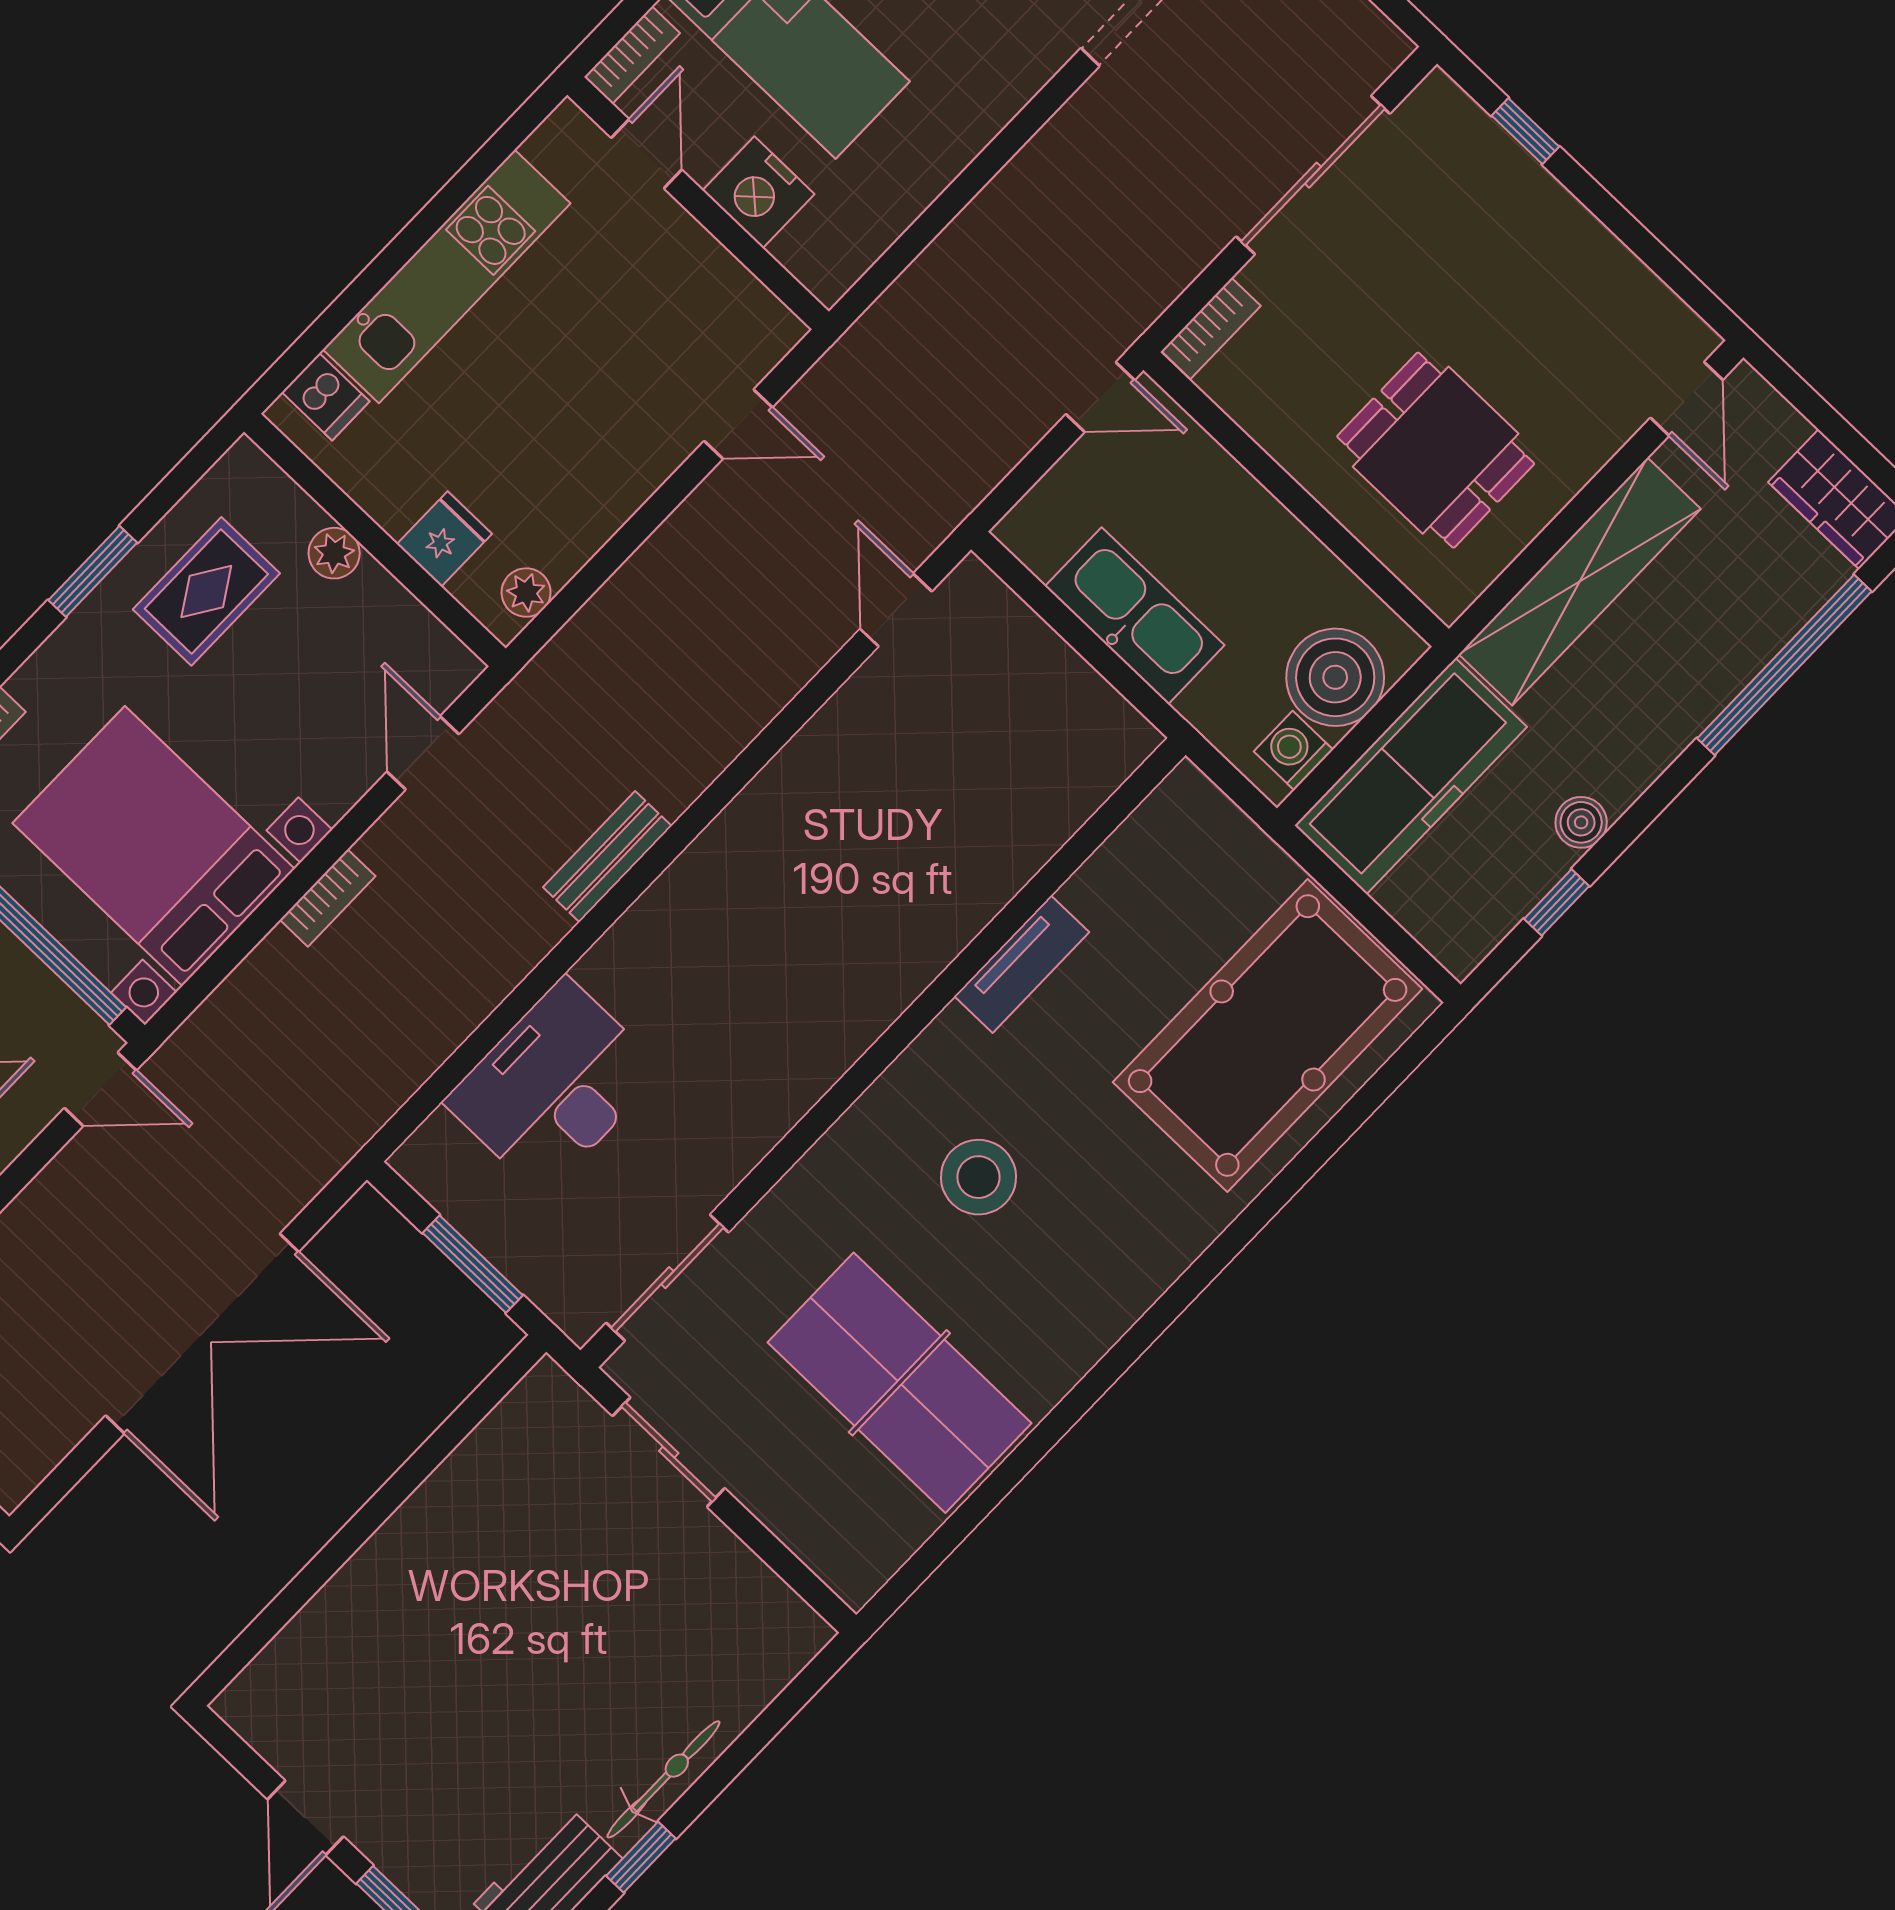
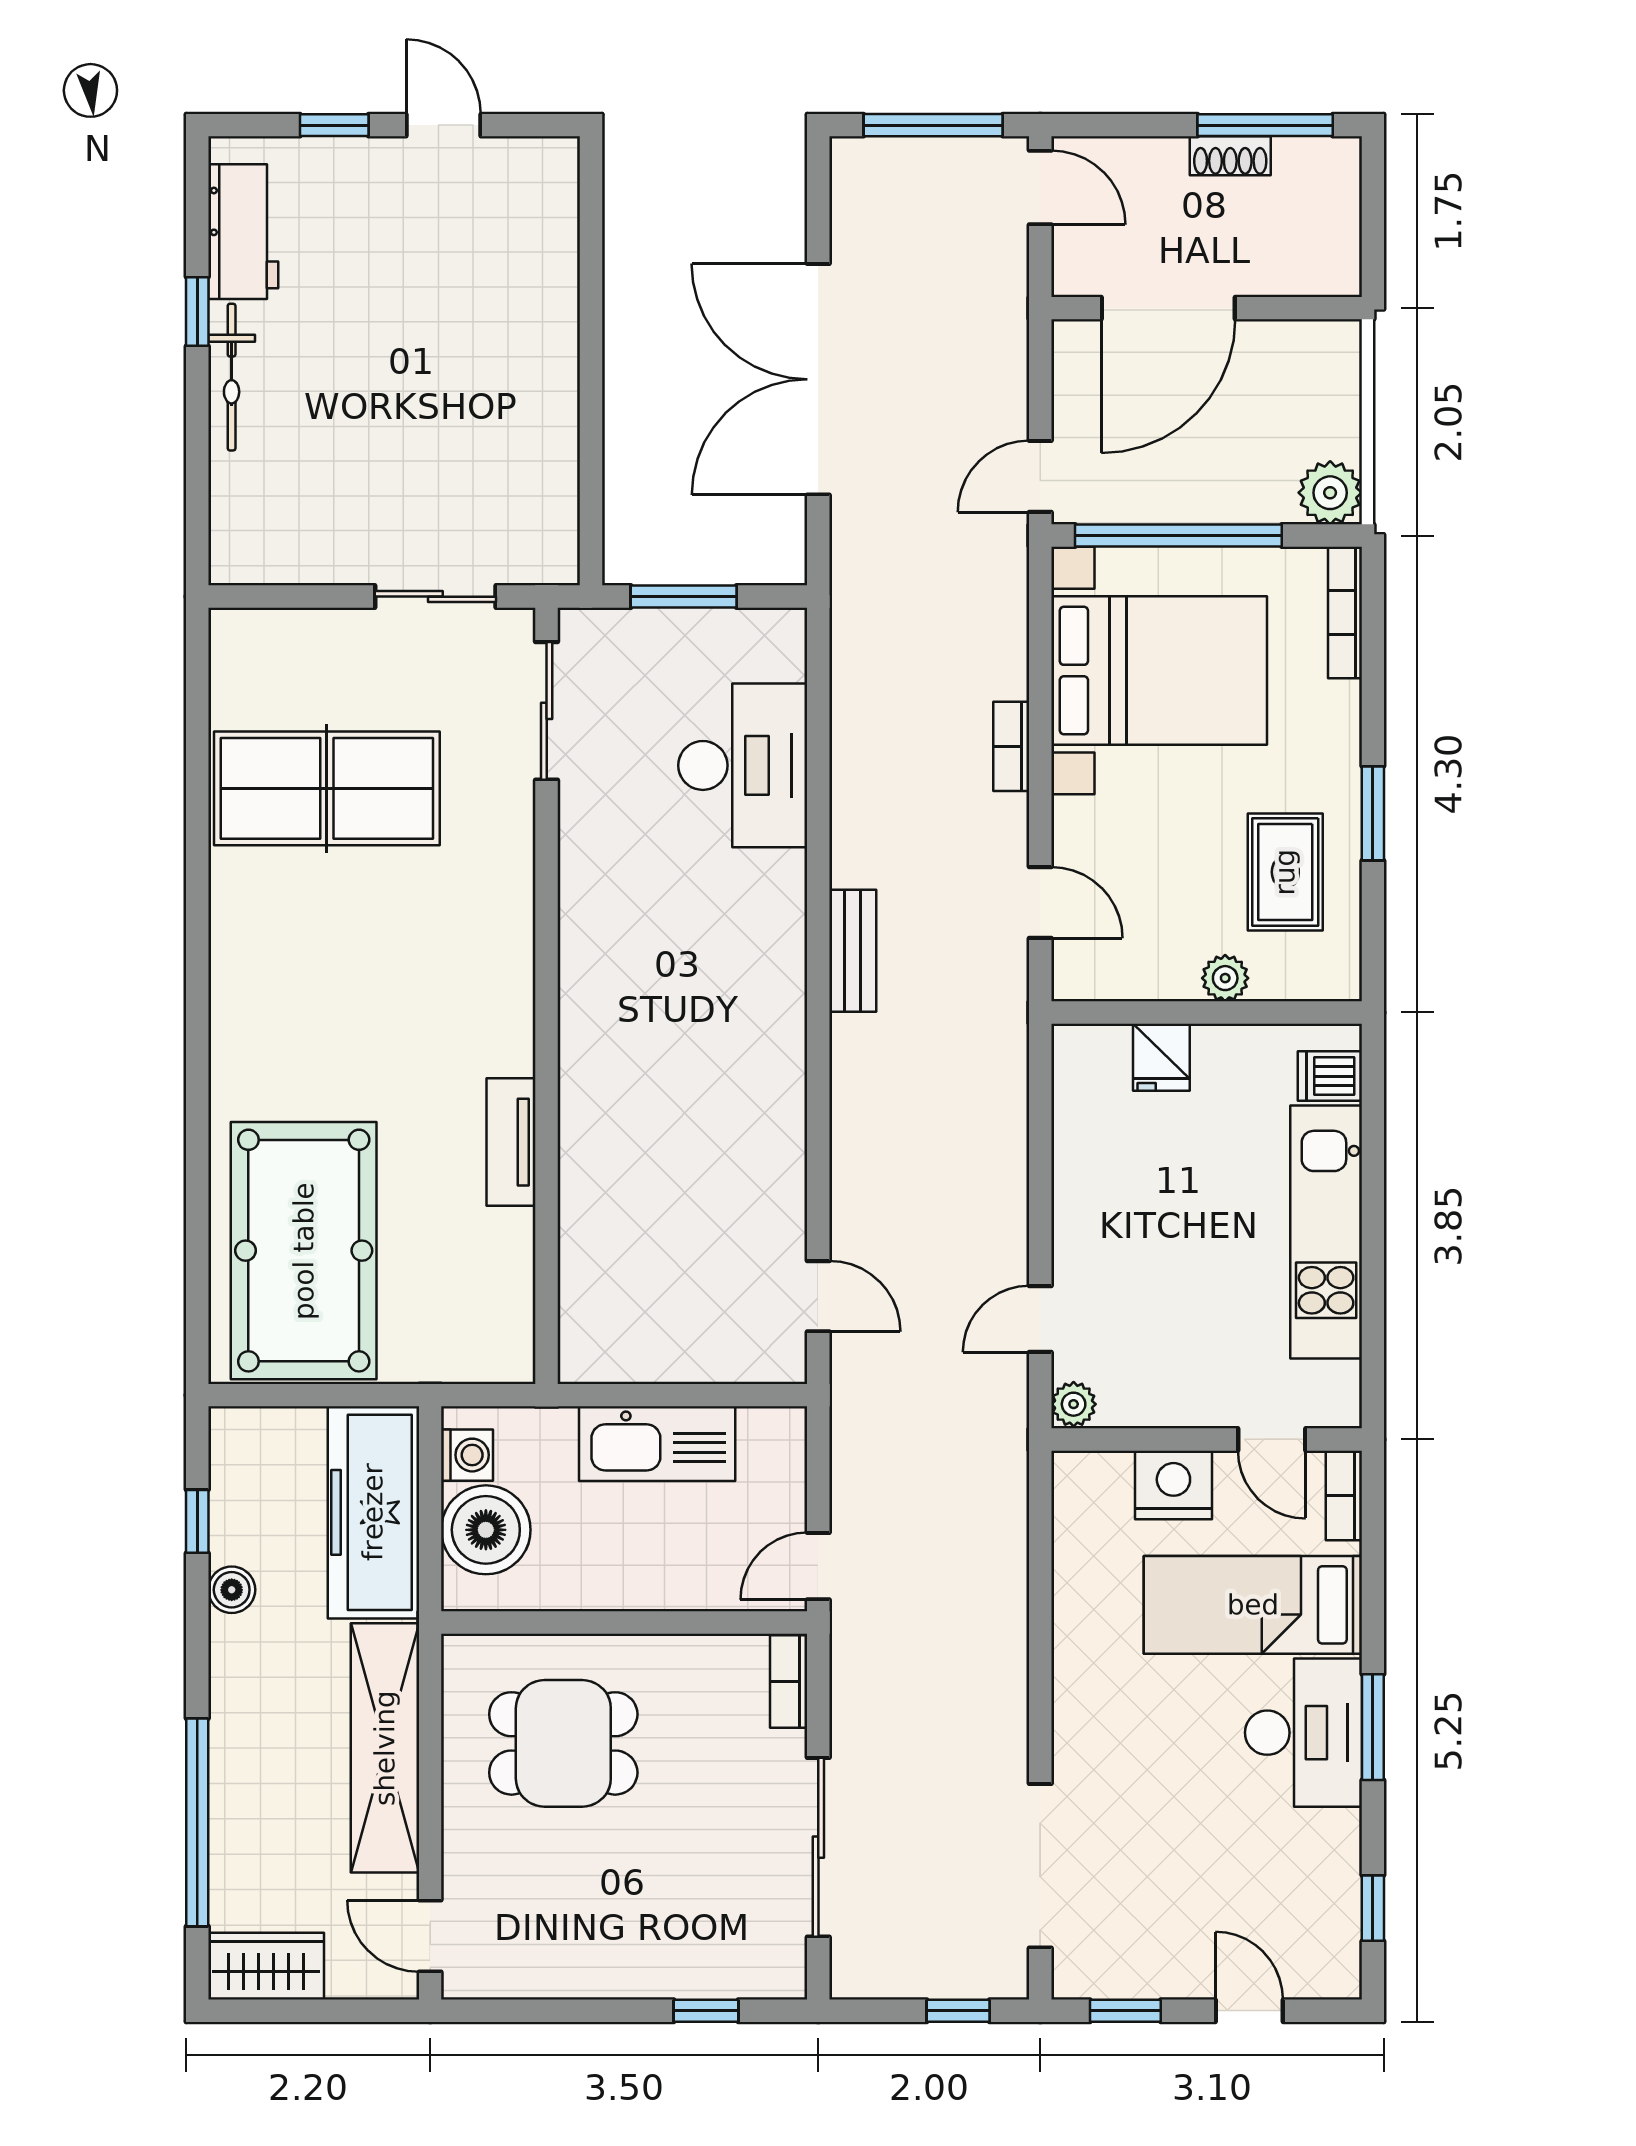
plant: (526, 593) -> (1074, 1404), moved
stool: (978, 1177) -> (405, 974), removed

